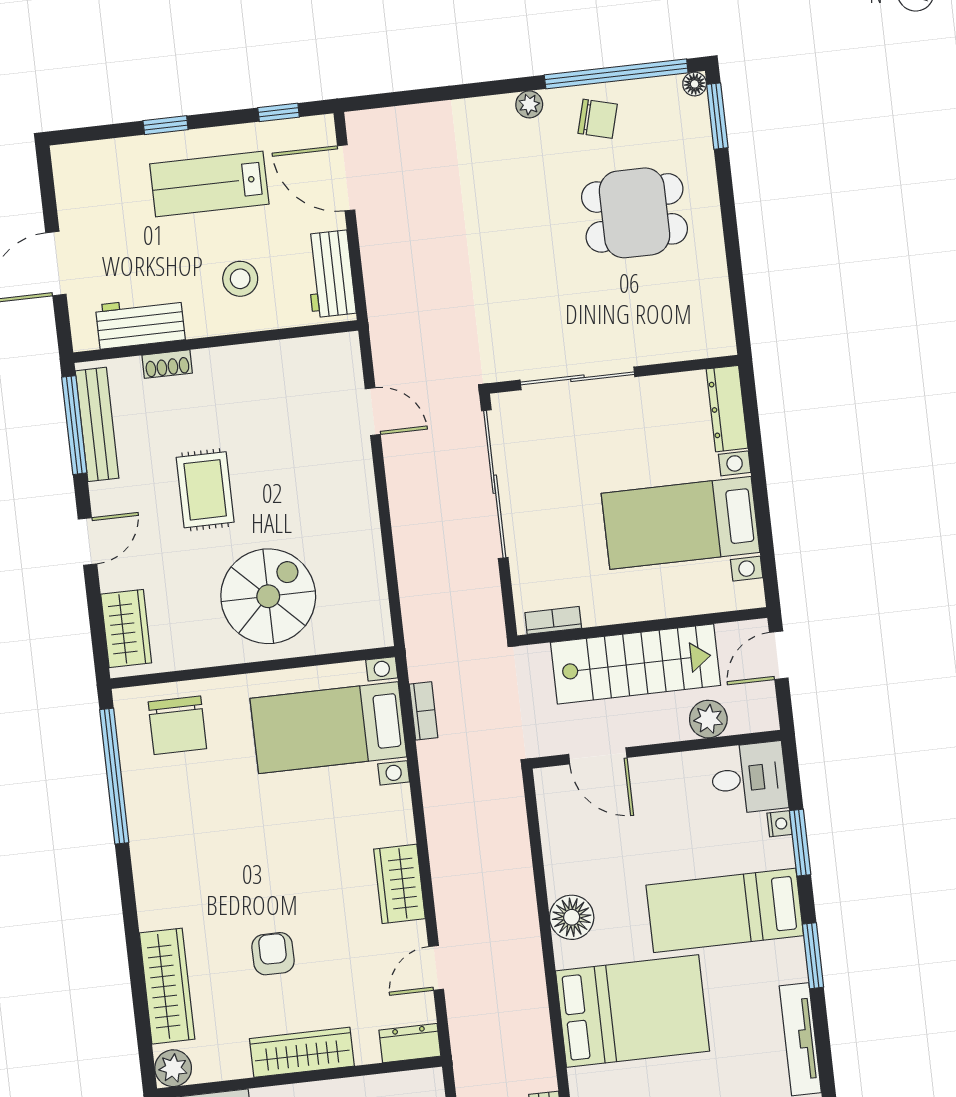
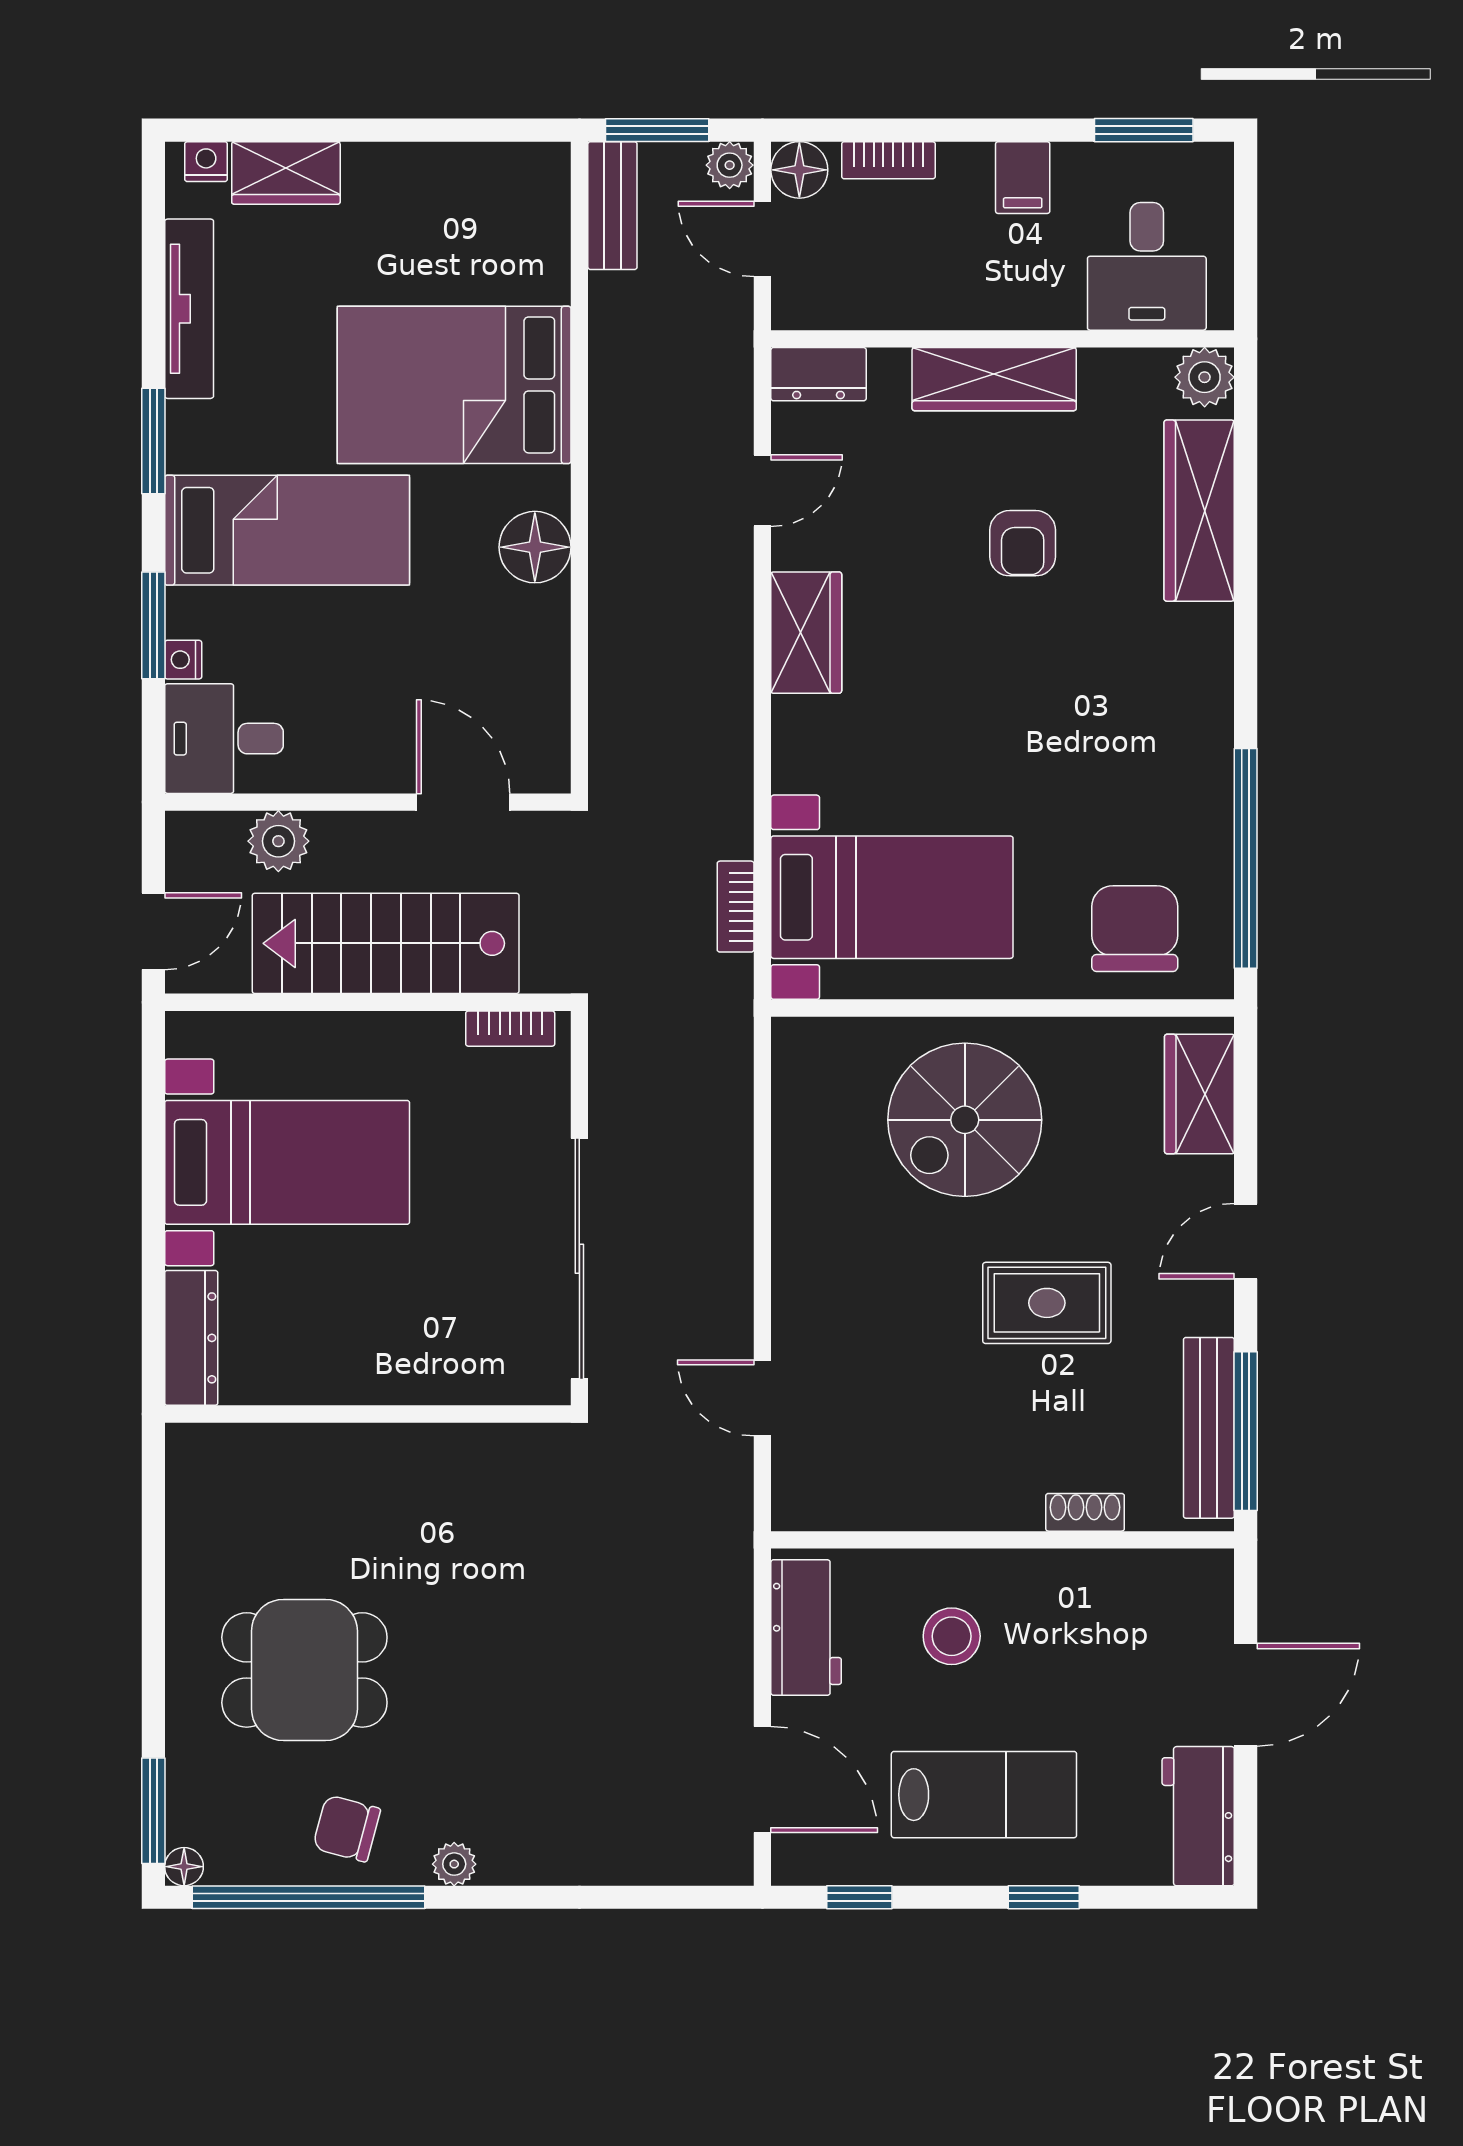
workbench: (140, 322) -> (1198, 1816), moved, turned 90
sliding door: (577, 378) -> (427, 1414), removed
rug: (205, 490) -> (1047, 1303), turned 90

